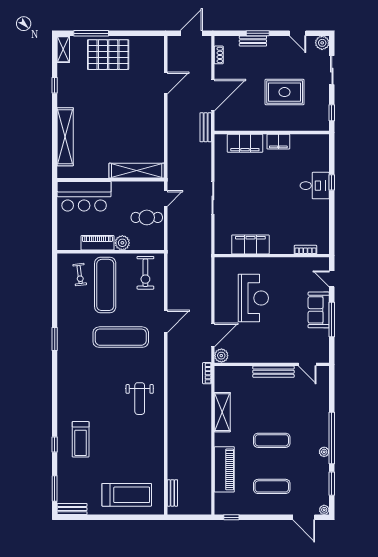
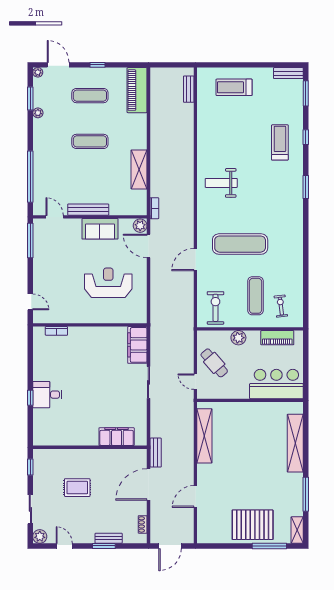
window: (55, 85) -> (306, 494), width x2.17
rug: (285, 92) -> (77, 488), width x0.73, depth x0.70
filing cabinet: (278, 142) -> (83, 438), removed
shelving: (137, 171) -> (204, 436), moved, turned 90
door: (166, 199) -> (195, 382), hinge flipped
cafe table: (147, 217) -> (214, 363), turned 49
piano: (97, 243) -> (277, 338), moved
filing cabinet: (250, 244) -> (137, 345), moved, turned 90
exercise mat: (105, 285) -> (255, 296), width x0.73, depth x0.69
reception desk: (253, 298) -> (108, 283), turned 90
sofa: (319, 310) -> (100, 229), moved, turned 90
window: (332, 320) -> (30, 240), moved
door: (213, 335) -> (148, 246), hinge flipped
window: (55, 339) -> (306, 187), moved
weight bench: (140, 399) -> (221, 183), turned -90
window: (332, 438) -> (30, 177), moved
plant: (324, 452) -> (38, 113), moved
piano: (224, 469) -> (137, 90), moved
treadmill: (127, 495) -> (234, 87), width x0.73, depth x0.73
window: (231, 517) -> (98, 65), moved

